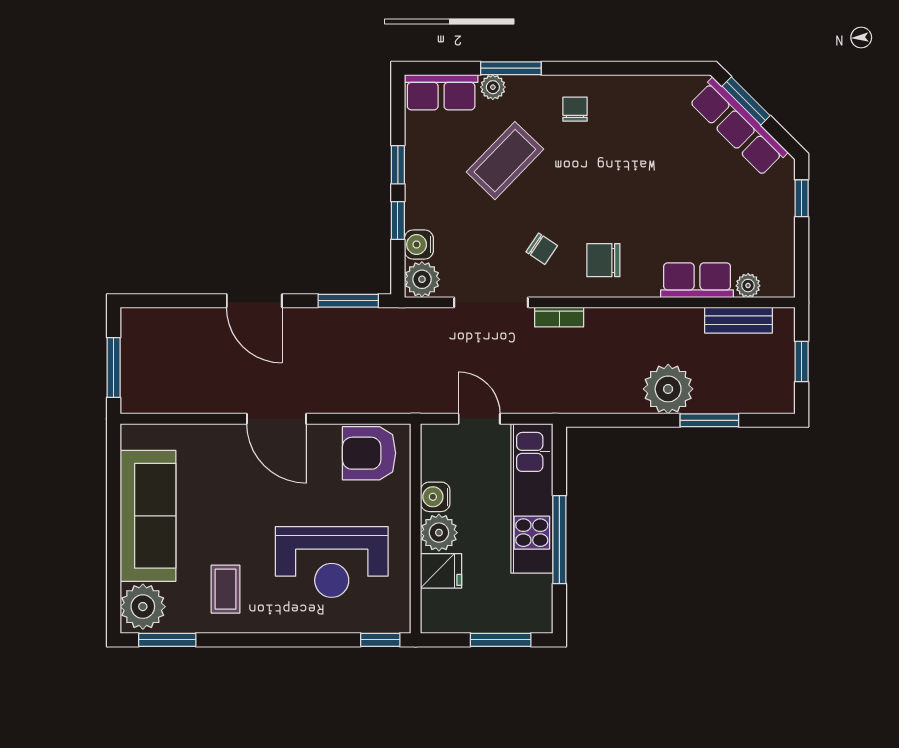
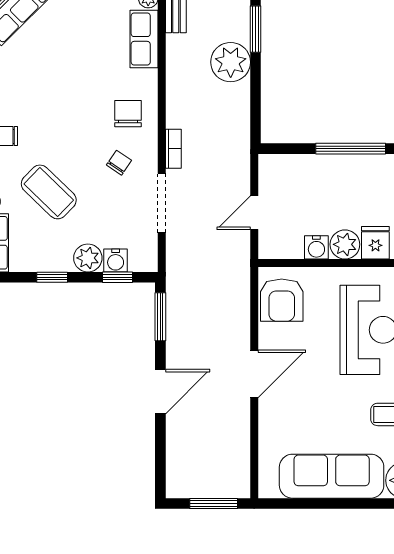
window: (398, 221) -> (117, 277), moved
chair: (603, 260) -> (128, 114), turned 180
plant: (422, 279) -> (88, 258), moved
kitchen unit: (532, 498) -> (318, 171), removed

